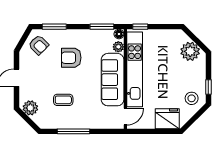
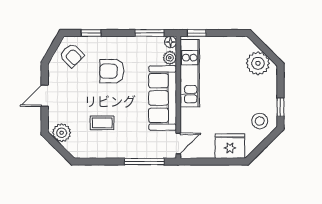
window: (54, 27) -> (91, 33), width x0.67
kitchen unit: (135, 69) -> (190, 73), width x0.73
window: (74, 131) -> (144, 162), moved

